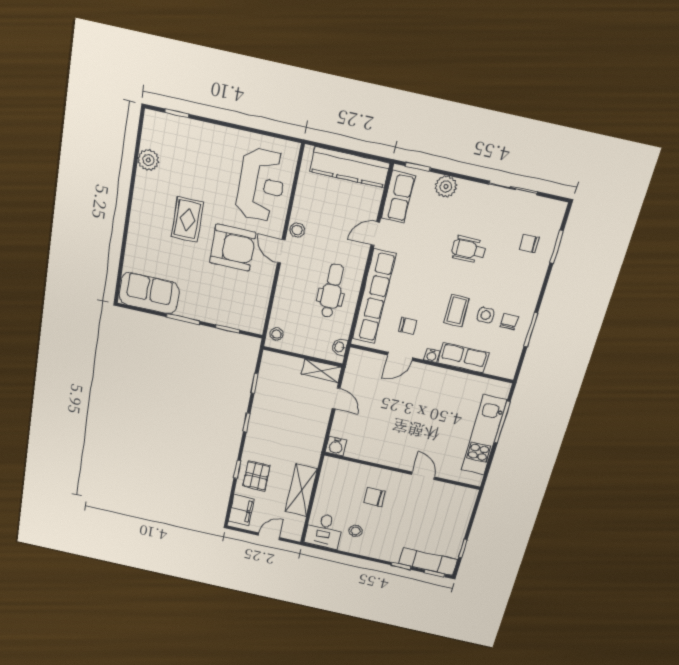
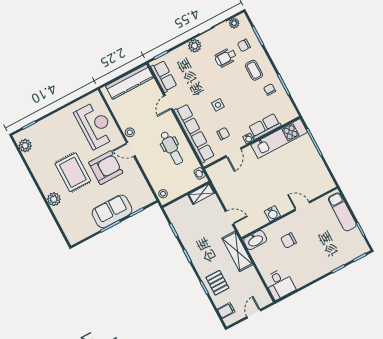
plant: (148, 160) -> (25, 146), moved
plant: (446, 186) -> (195, 46), moved
plant: (544, 206) -> (234, 23), added
rug: (187, 219) -> (73, 172), width x1.36, depth x1.43
plant: (138, 232) -> (54, 199), added
wheelchair: (469, 250) -> (226, 57), moved
dental chair: (332, 291) -> (172, 148), turned 180
sofa: (149, 293) -> (112, 211), moved
coffee table: (457, 311) -> (254, 70), moved
side table: (486, 315) -> (218, 105), moved
door: (336, 398) -> (230, 218), moved
kitchen unit: (484, 435) -> (279, 138), moved, turned -90
water cooler: (336, 446) -> (272, 214), moved
washbasin: (338, 467) -> (255, 240), added
shelving: (301, 490) -> (237, 251), moved
filing cabinet: (241, 510) -> (226, 311), width x0.50
stool: (356, 531) -> (296, 269), removed
exam couch: (428, 562) -> (342, 212), moved, turned -90

